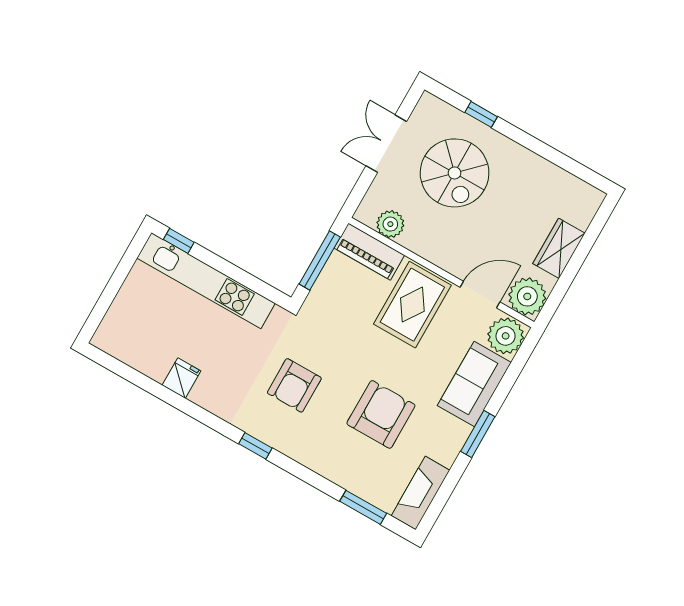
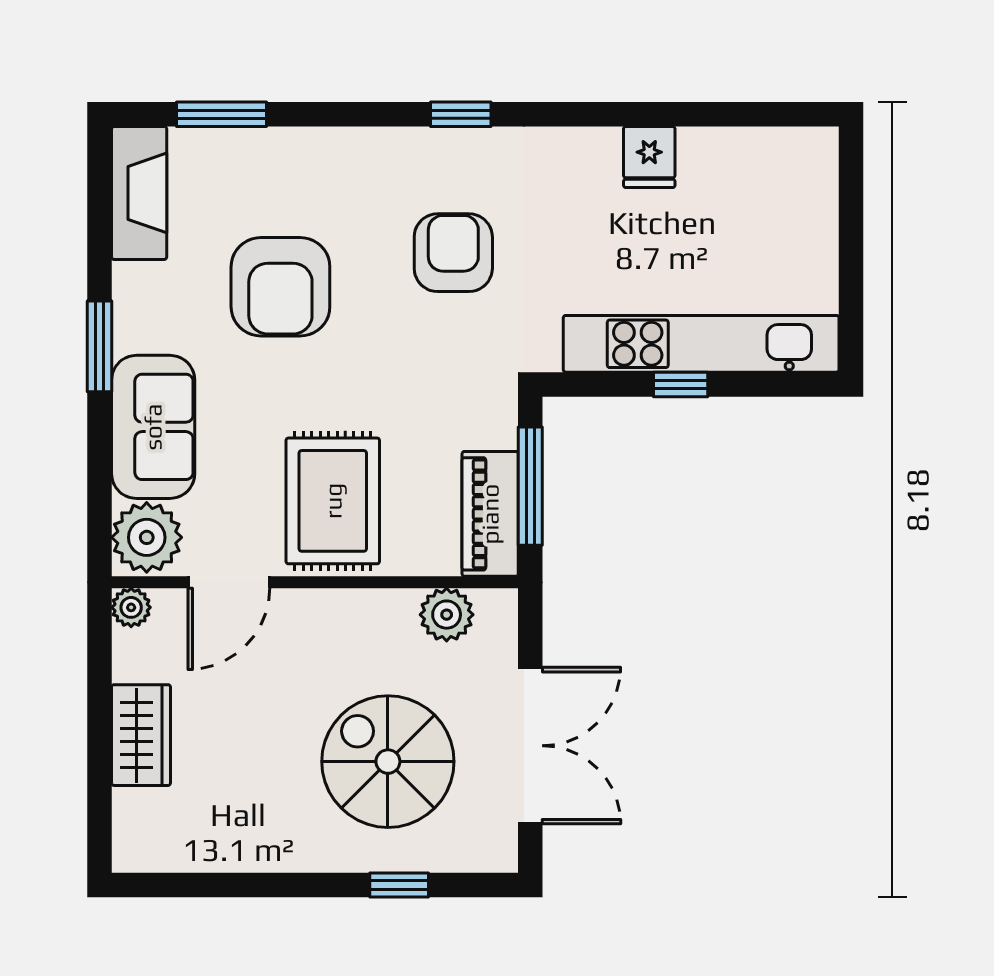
double door: (386, 144) -> (530, 746), width x1.37
window: (179, 241) -> (681, 384), moved
piano: (369, 252) -> (490, 514), moved, turned -90
plant: (527, 296) -> (131, 607), width x0.53, depth x0.53

